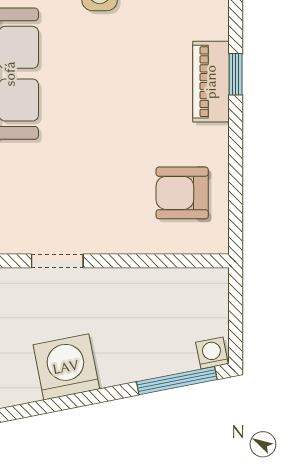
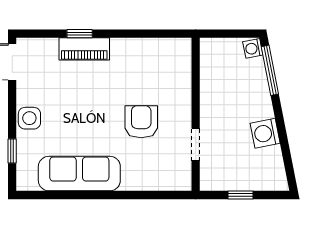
armchair: (182, 193) -> (141, 122), moved, turned 180
washing machine: (66, 367) -> (265, 133), width x0.73, depth x0.73

